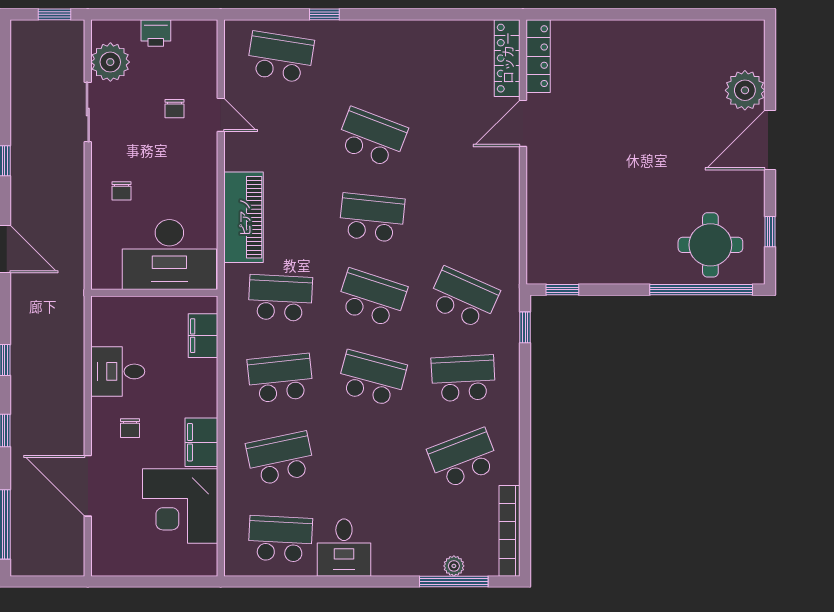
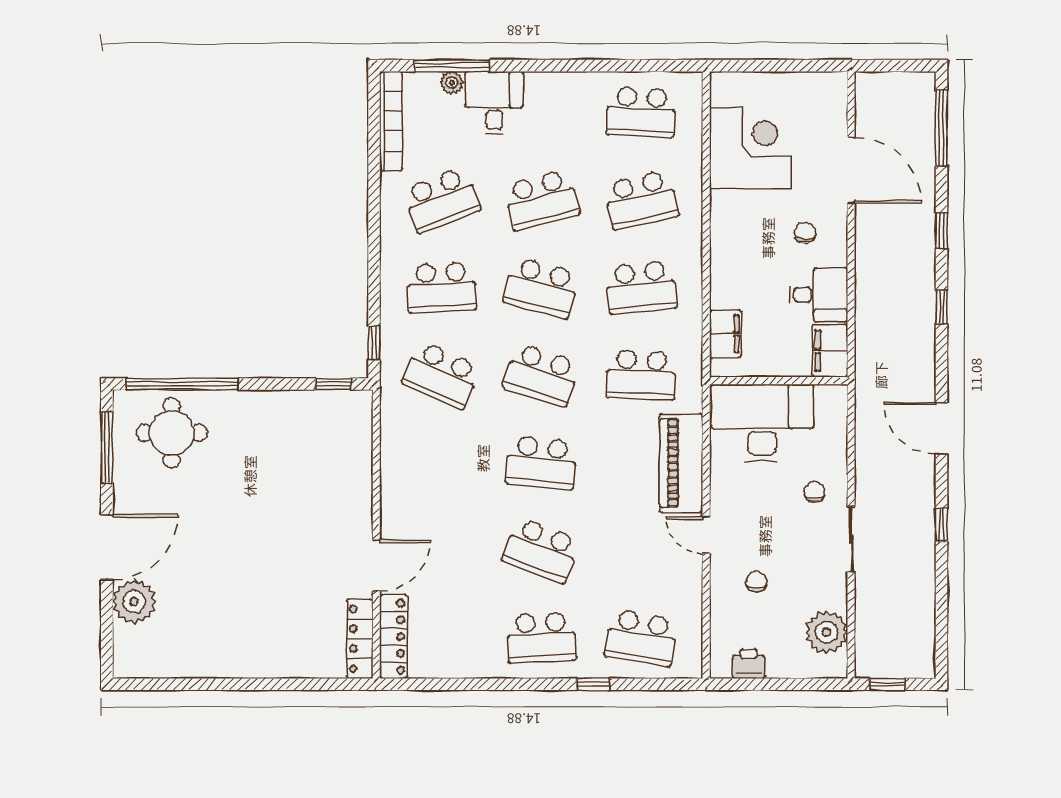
printer: (156, 33) -> (749, 664), moved
school desk: (372, 57) -> (541, 638), added
sliding door: (88, 112) -> (851, 539), moved
door: (221, 115) -> (706, 535), moved
window: (770, 232) -> (107, 447), width x2.17
filing cabinet: (201, 442) -> (830, 351), moved, turned 180
school desk: (372, 459) -> (541, 200), added
desk: (344, 548) -> (494, 103), moved

